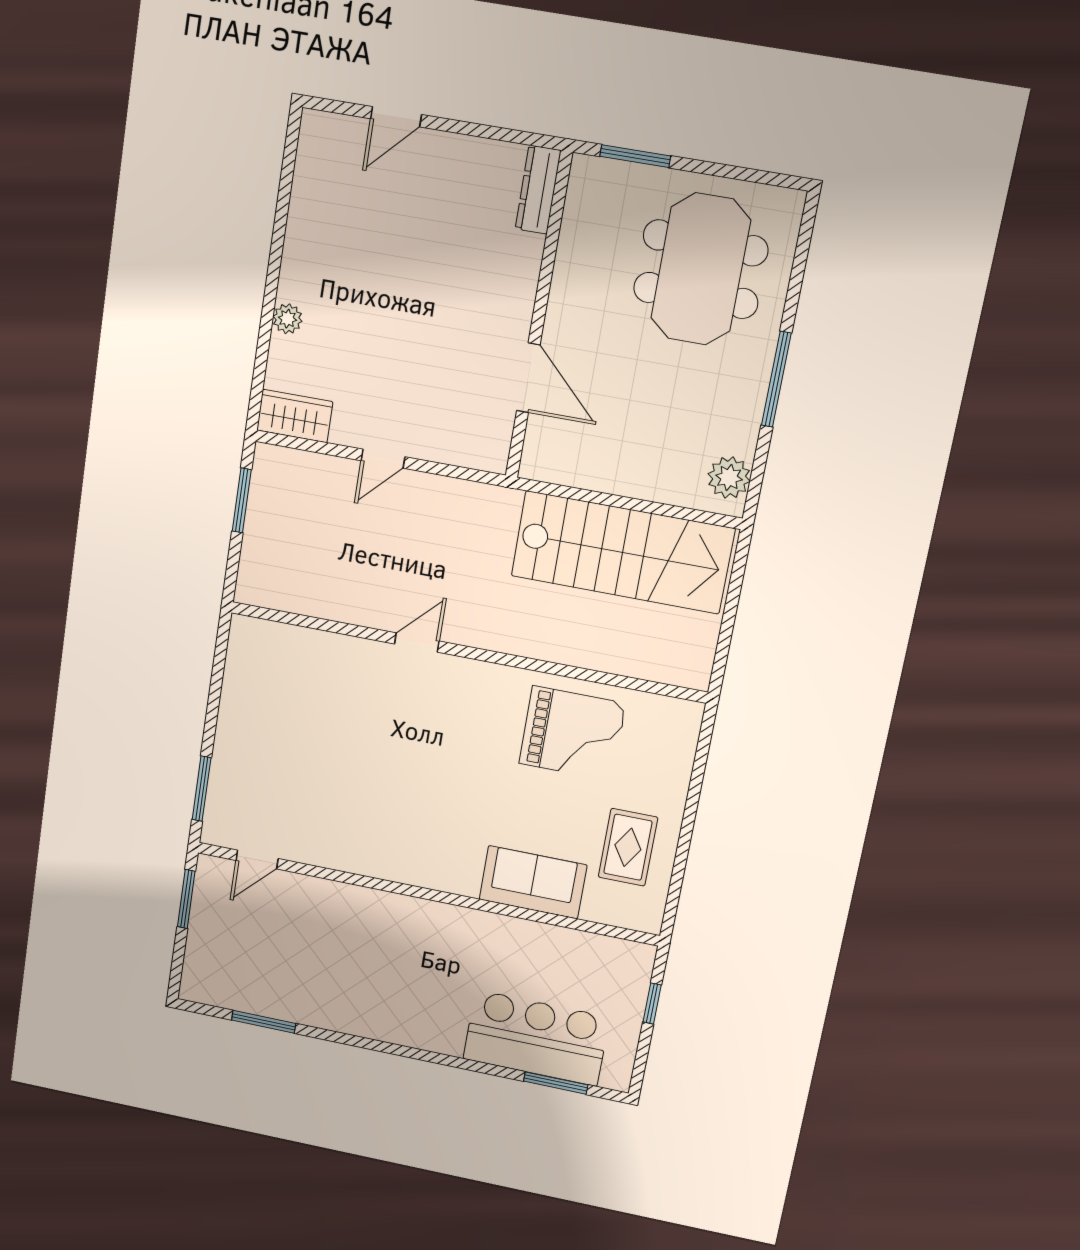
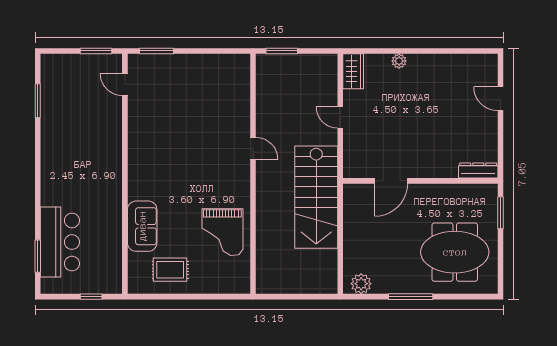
window: (242, 500) -> (282, 51), moved
stairs: (622, 552) -> (316, 197), moved

